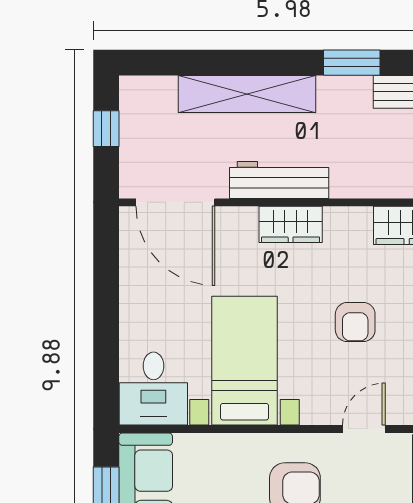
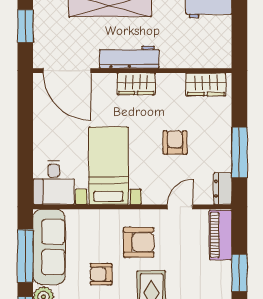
window: (106, 129) -> (25, 26), width x1.50
armchair: (355, 322) -> (175, 143), turned 180

